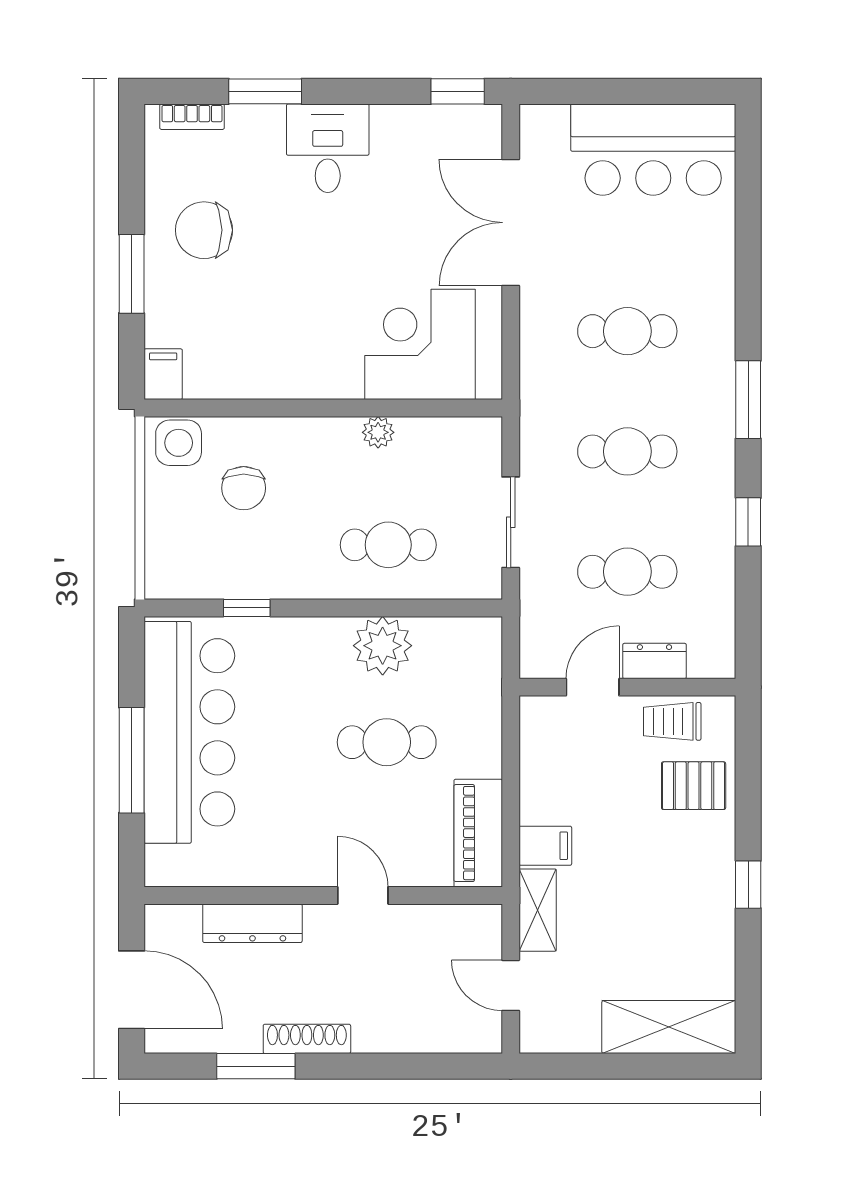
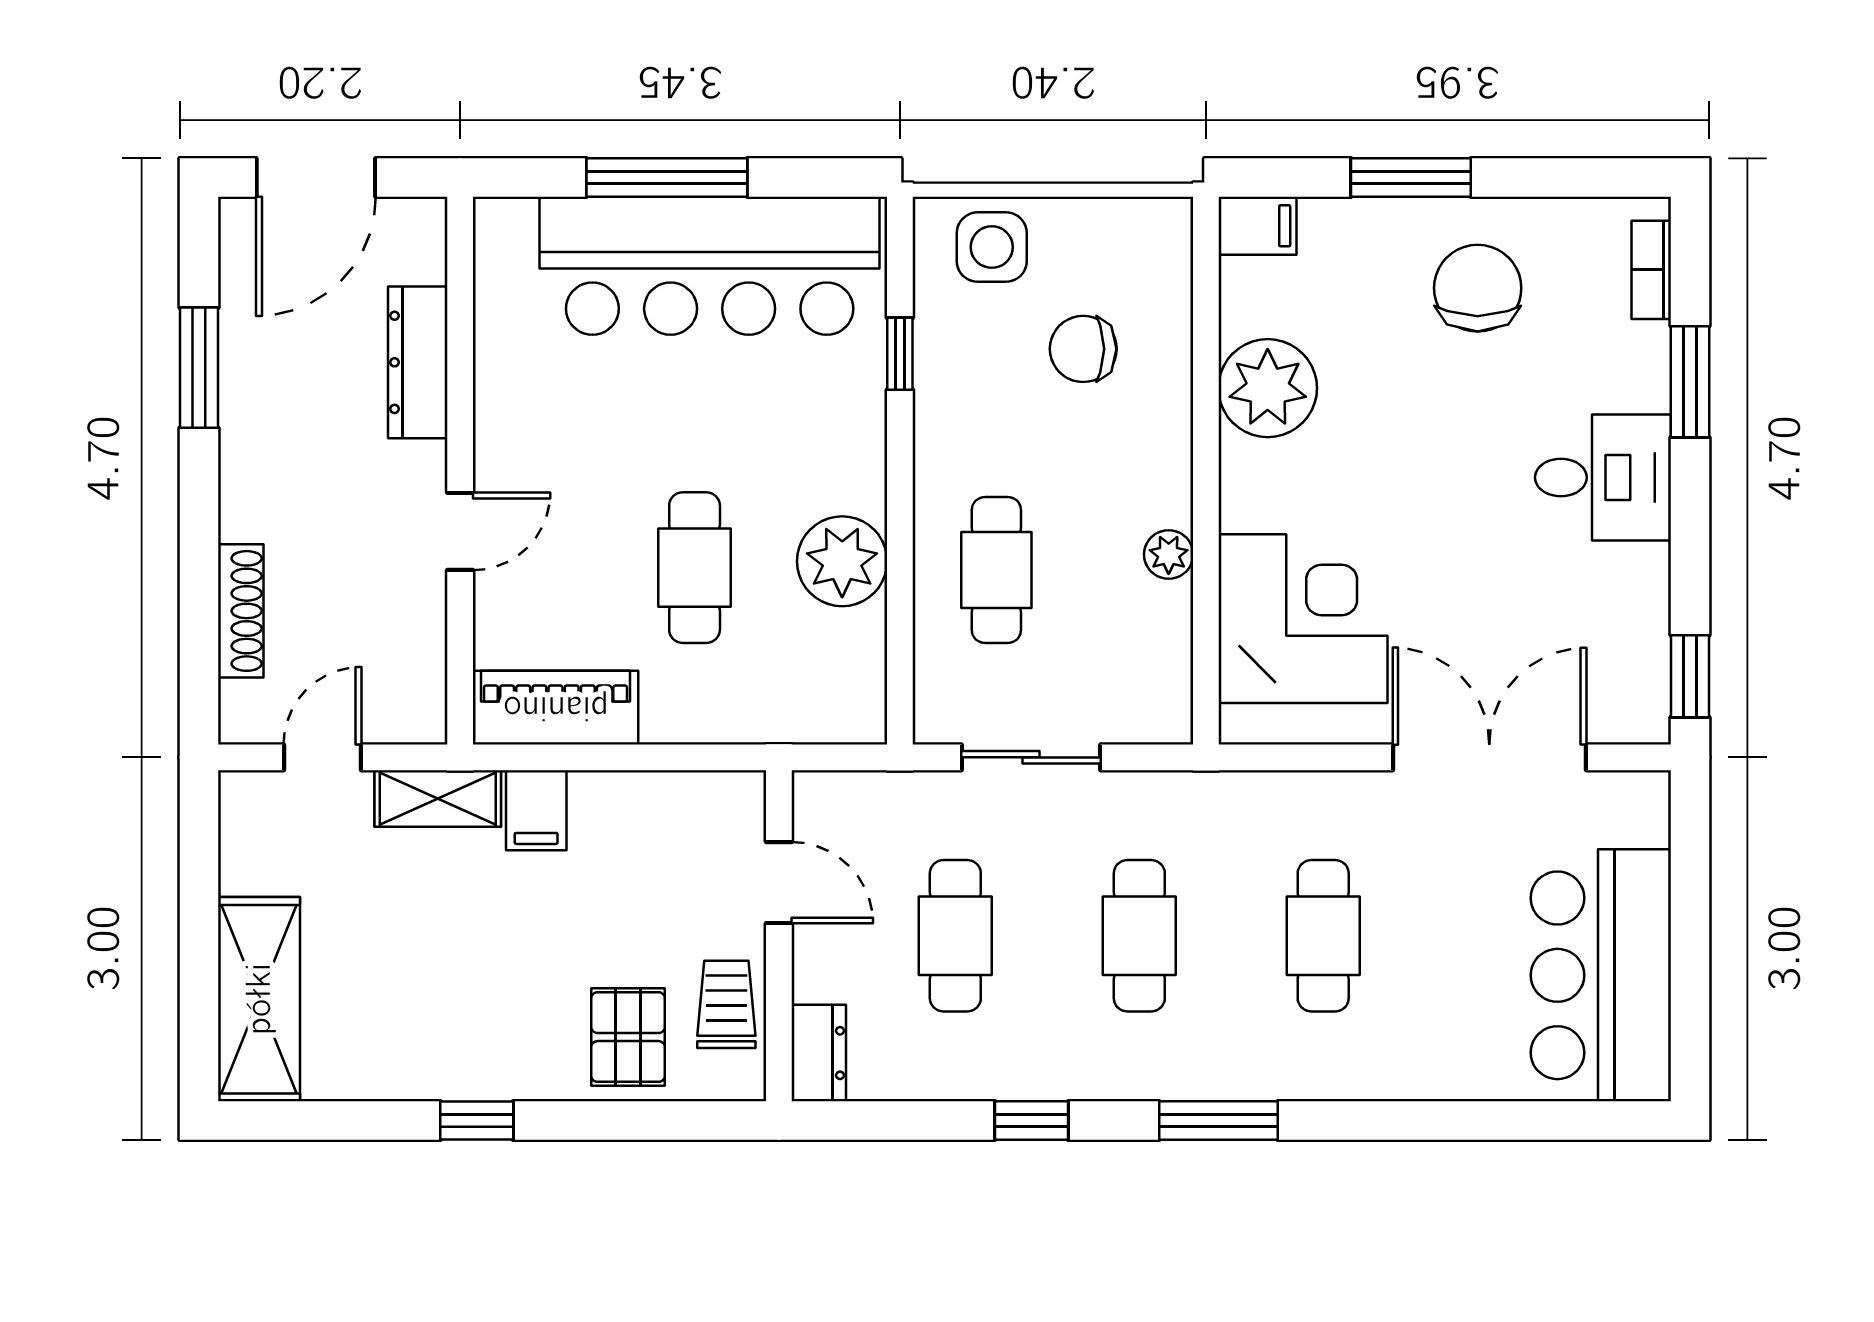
plant: (269, 367) -> (1268, 388), added
side table: (179, 443) -> (992, 247), moved
dresser: (654, 661) -> (819, 1053), moved
shoe rack: (307, 1039) -> (241, 611), moved

